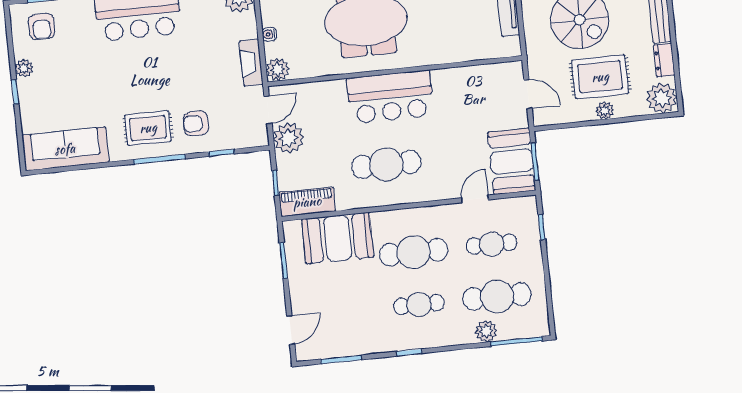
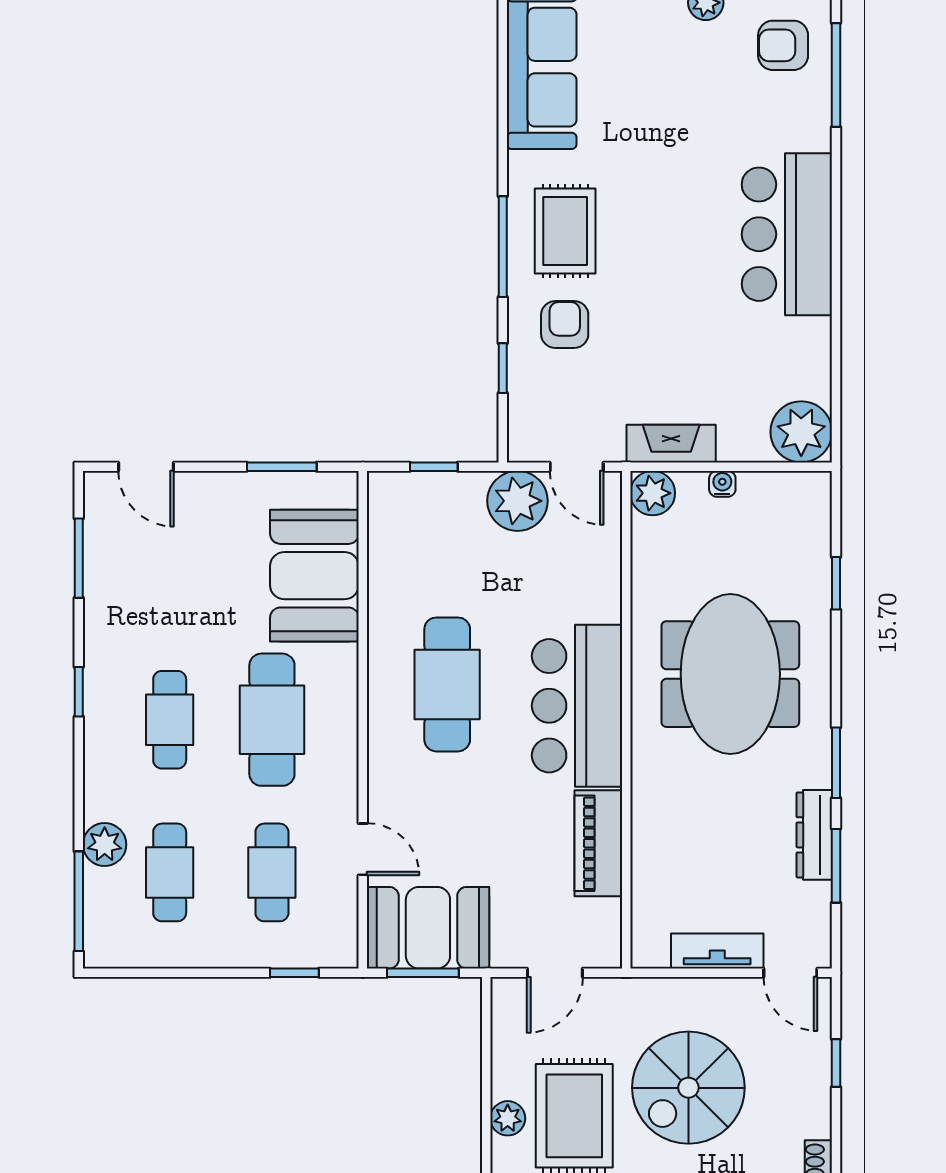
piano: (307, 202) -> (598, 843), moved, turned 180
cafe table: (497, 296) -> (170, 872), width x0.73, depth x0.74

